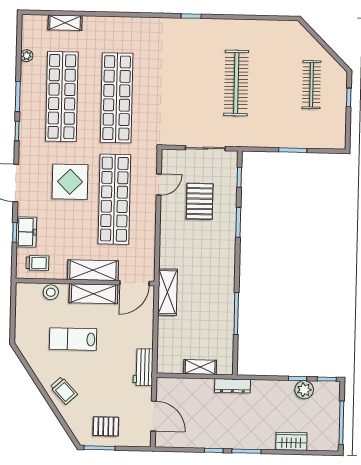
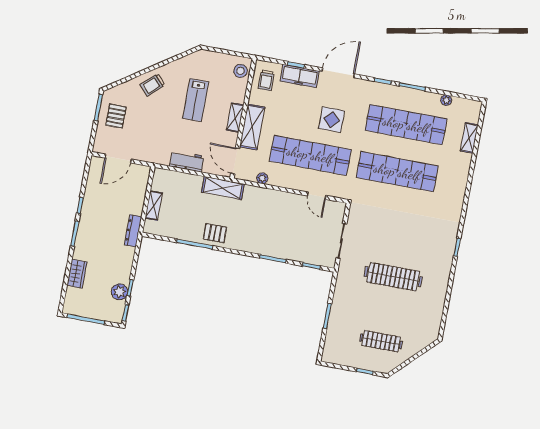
display table: (70, 182) -> (332, 120), width x0.73, depth x0.73
pallet: (200, 201) -> (215, 233), moved, width x0.67, depth x0.71
freezer: (26, 232) -> (300, 76), width x1.40
plant: (149, 249) -> (262, 178), added
stool: (51, 292) -> (240, 71), moved
shelving: (93, 294) -> (235, 118), width x0.67, depth x0.75
lab bench: (73, 339) -> (196, 100), turned 180
workbench: (143, 367) -> (187, 161), moved

